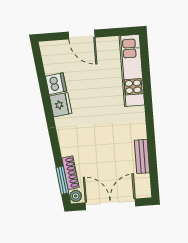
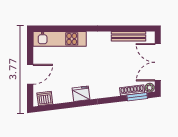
dishwasher: (56, 84) -> (45, 98), moved
bench: (142, 156) -> (129, 36), width x1.36

